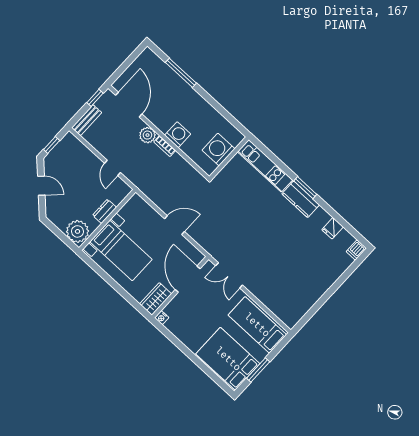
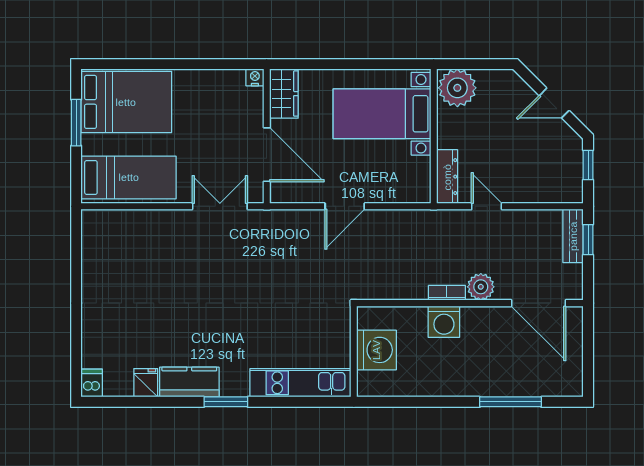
window: (95, 98) -> (588, 240), moved
kitchen counter: (301, 199) -> (189, 382), moved
dresser: (104, 211) -> (447, 177), moved, width x1.44

